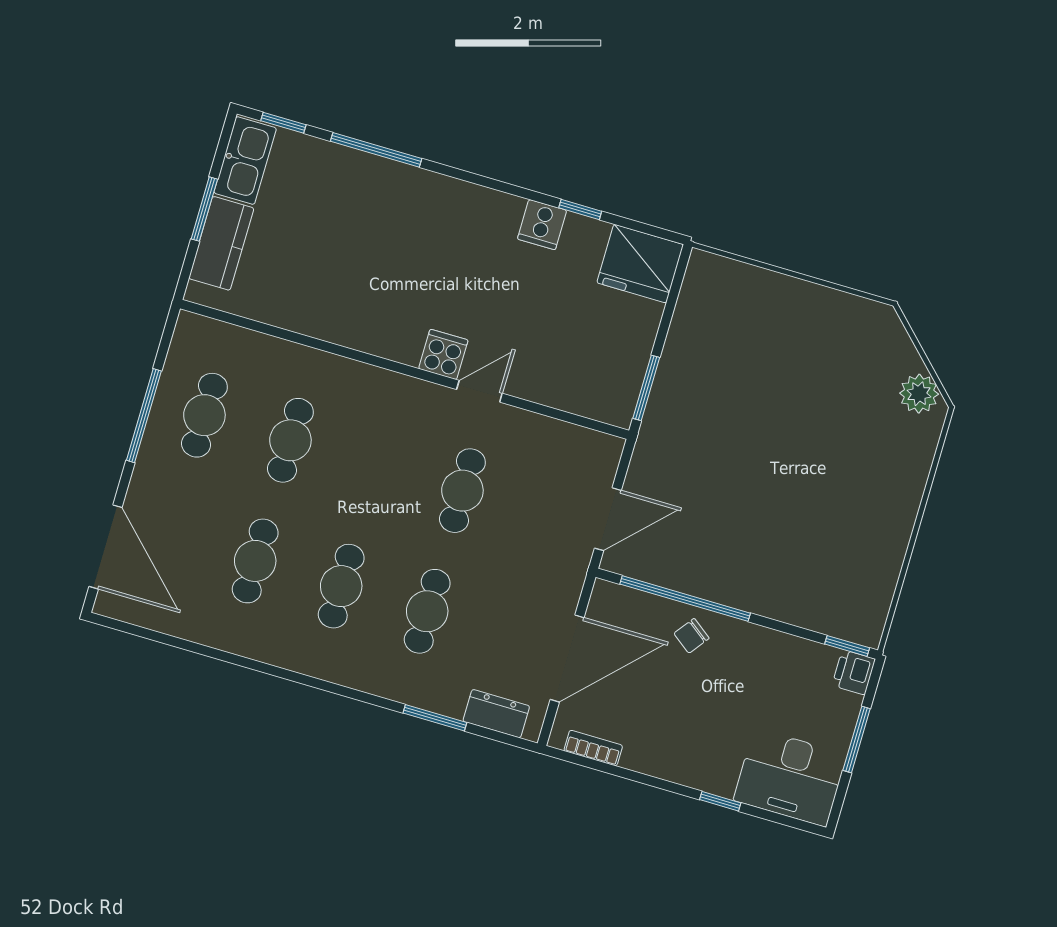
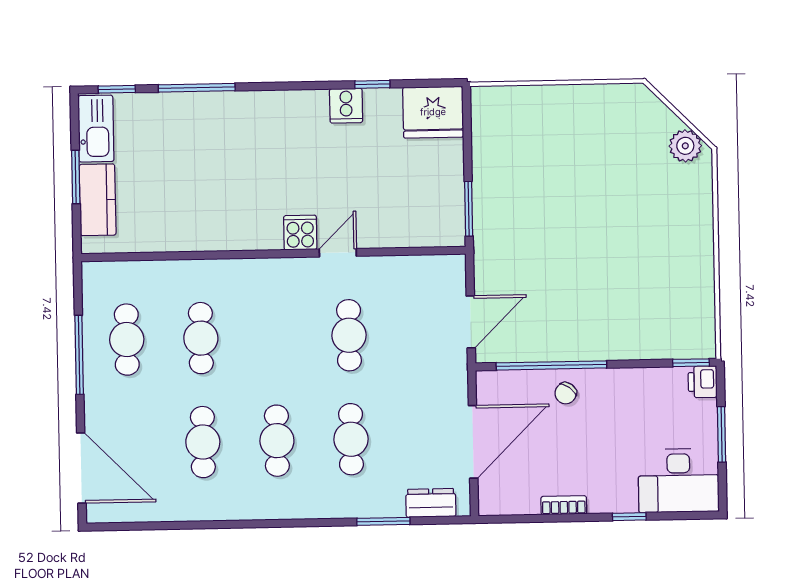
bookcase: (593, 748) -> (564, 505), moved

